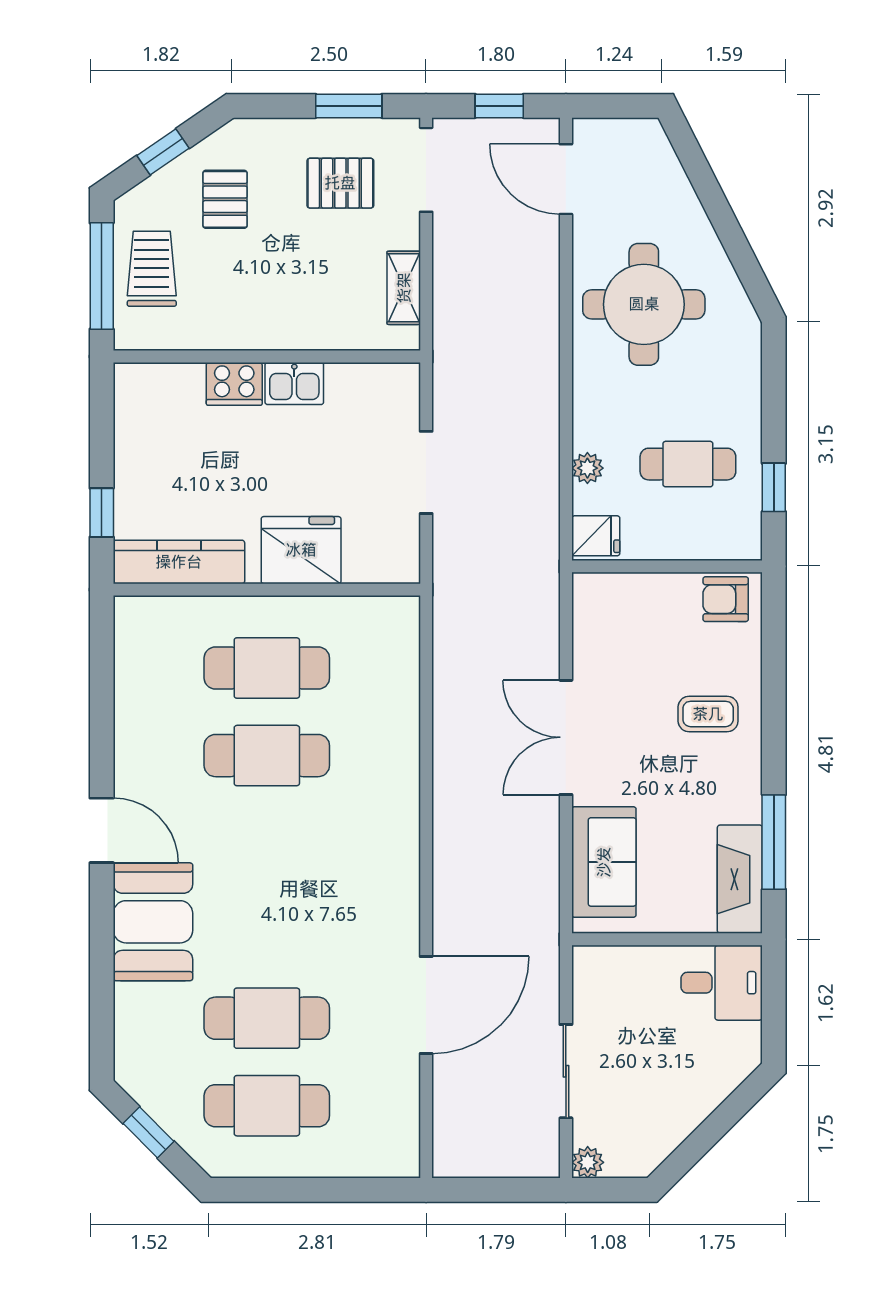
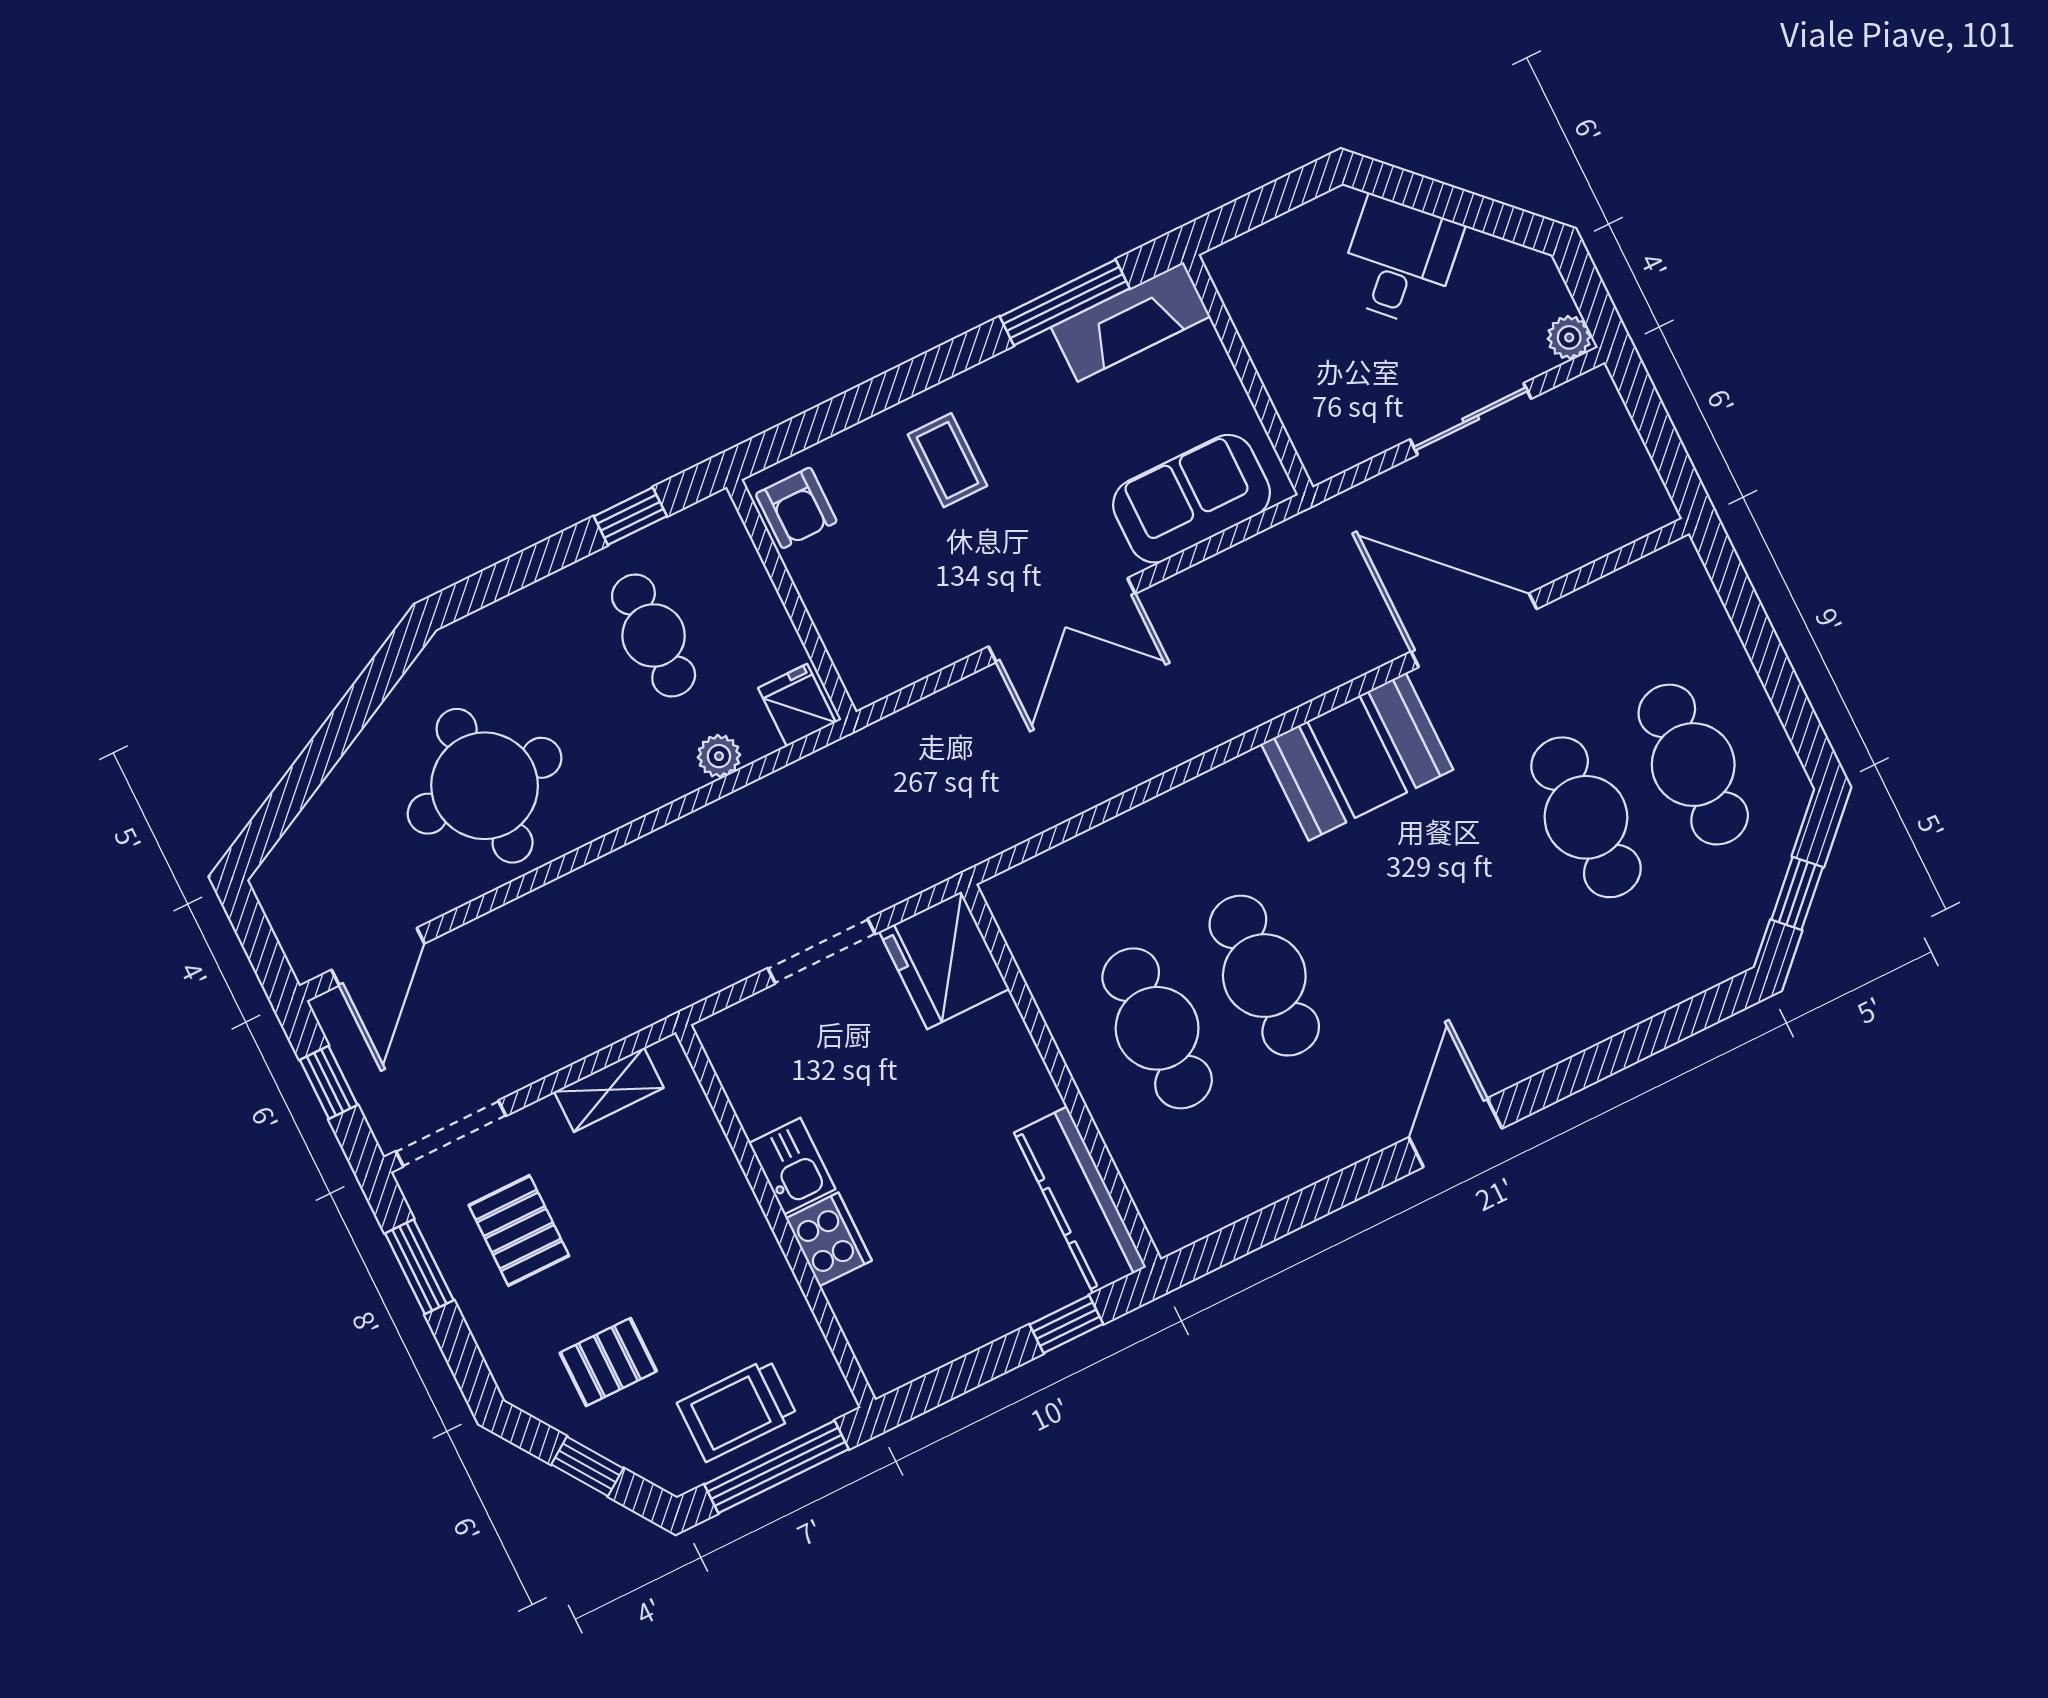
fridge: (301, 550) -> (944, 960), moved
booth: (153, 922) -> (1357, 757), moved
desk: (722, 983) -> (1399, 261), moved, turned 45

